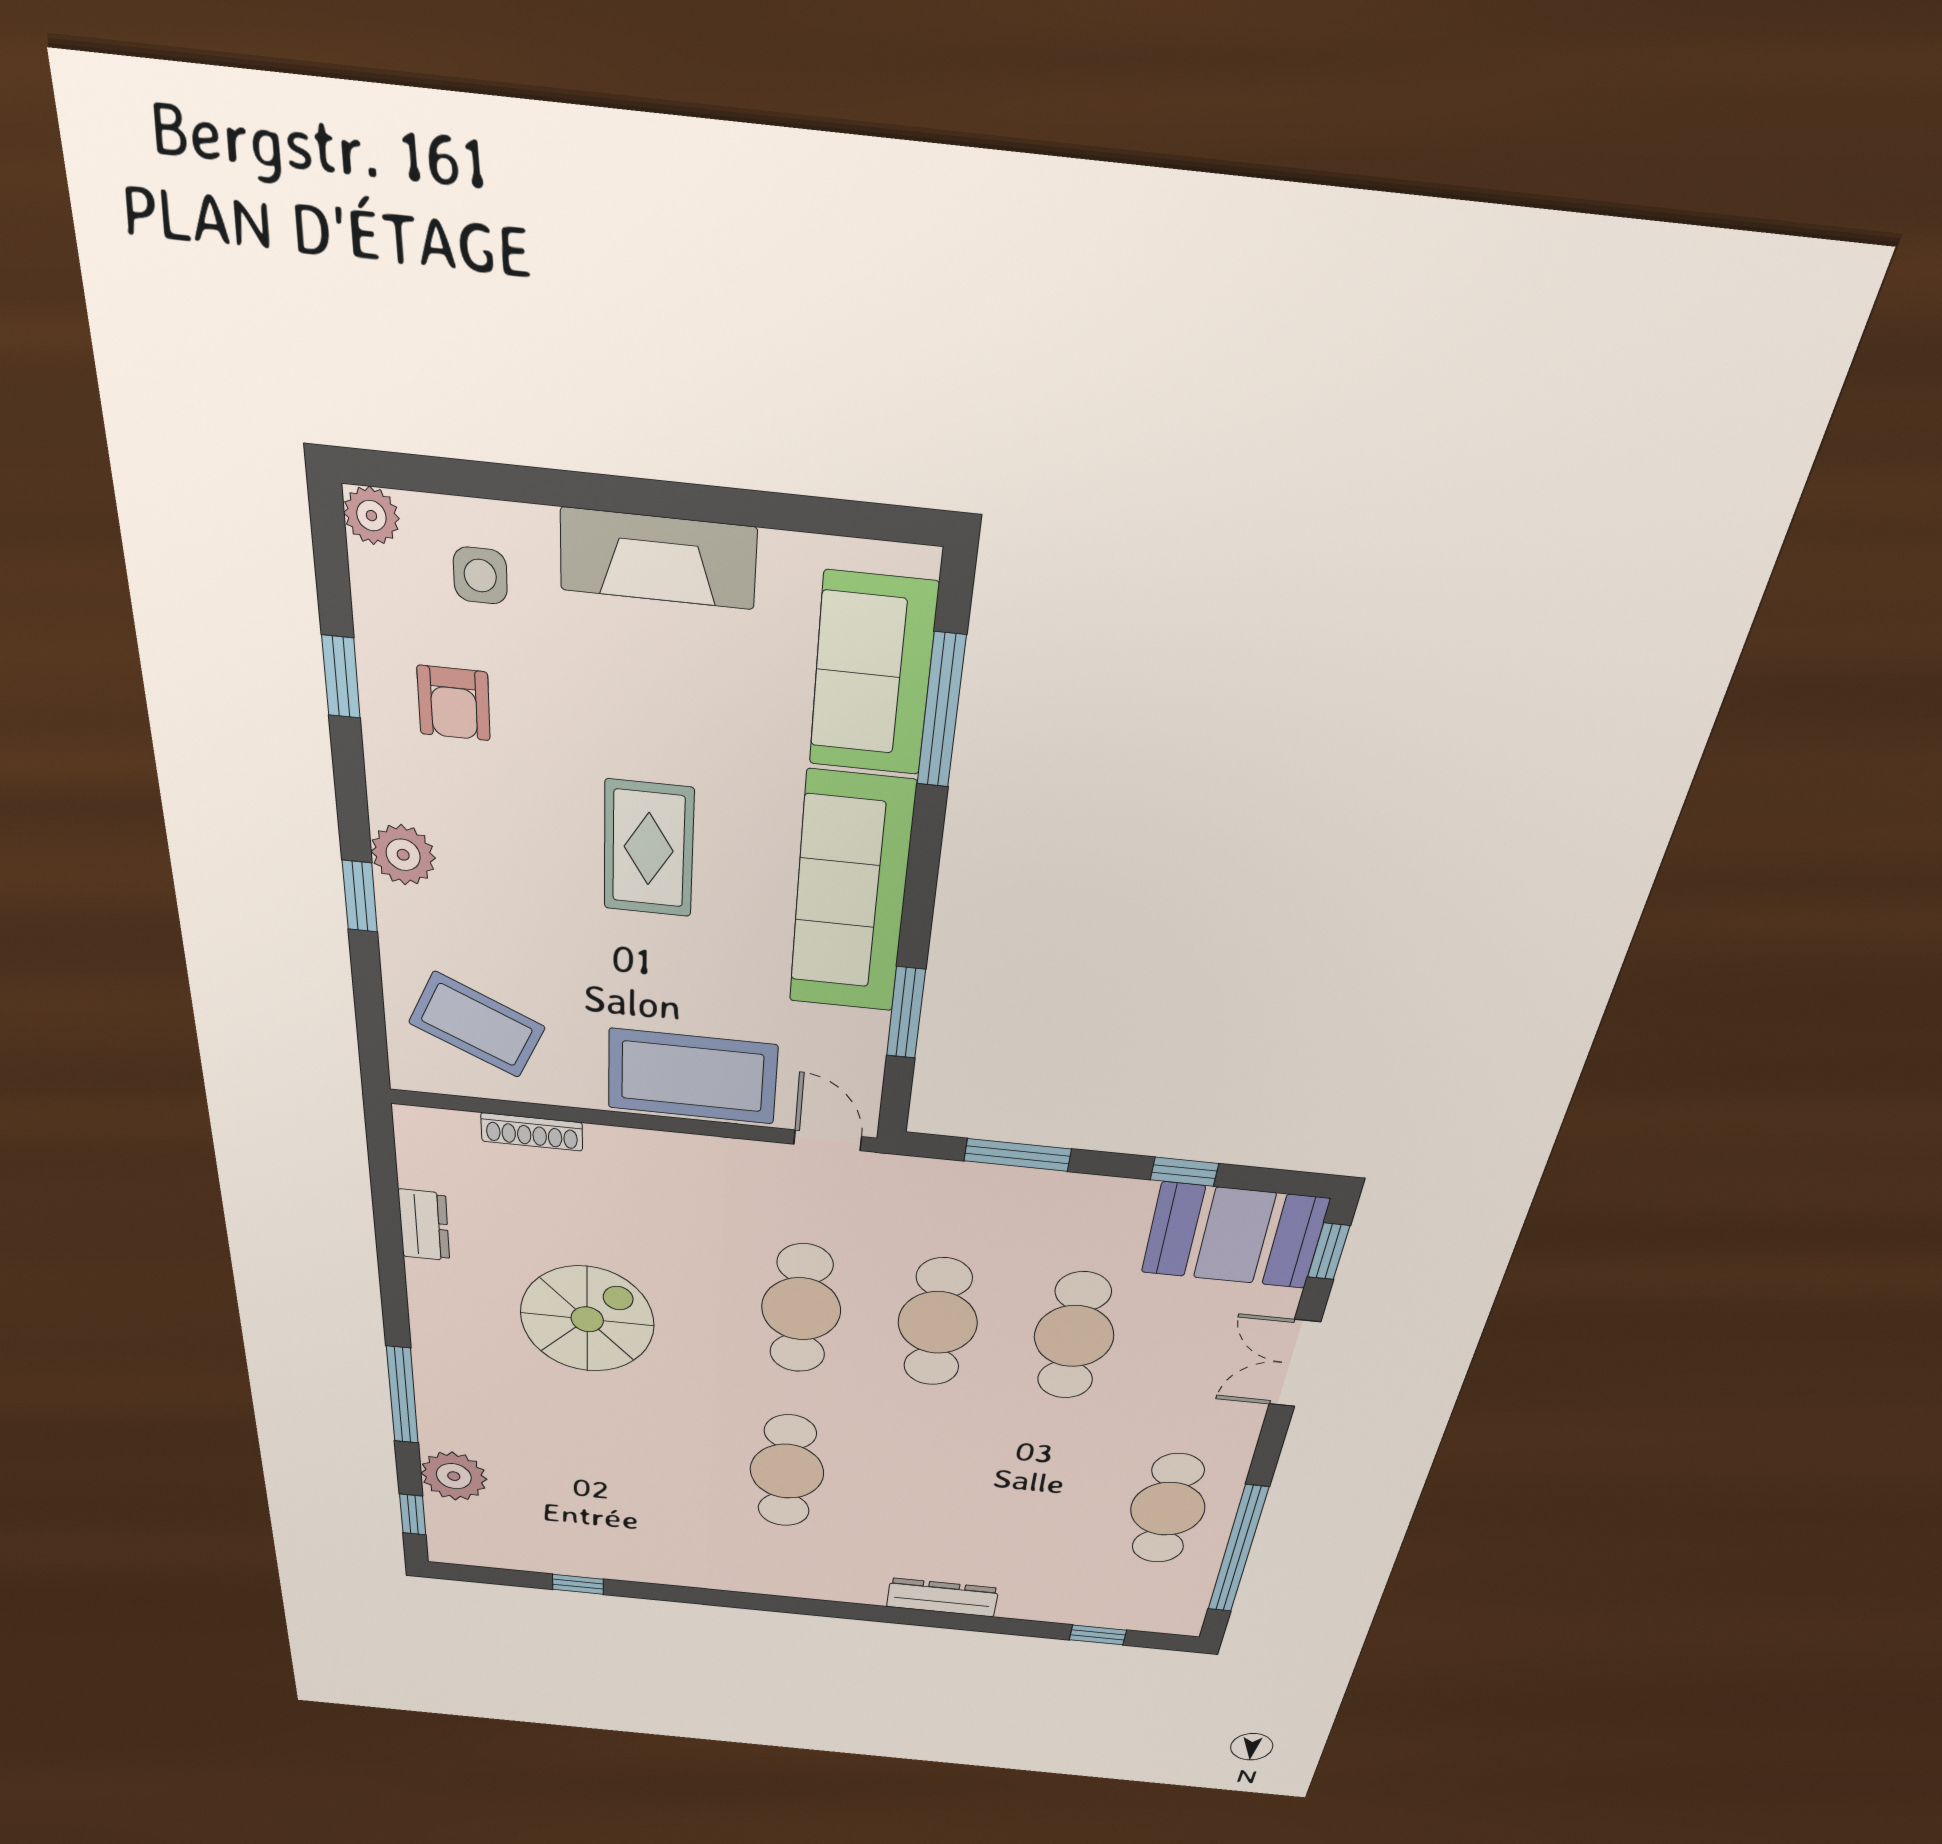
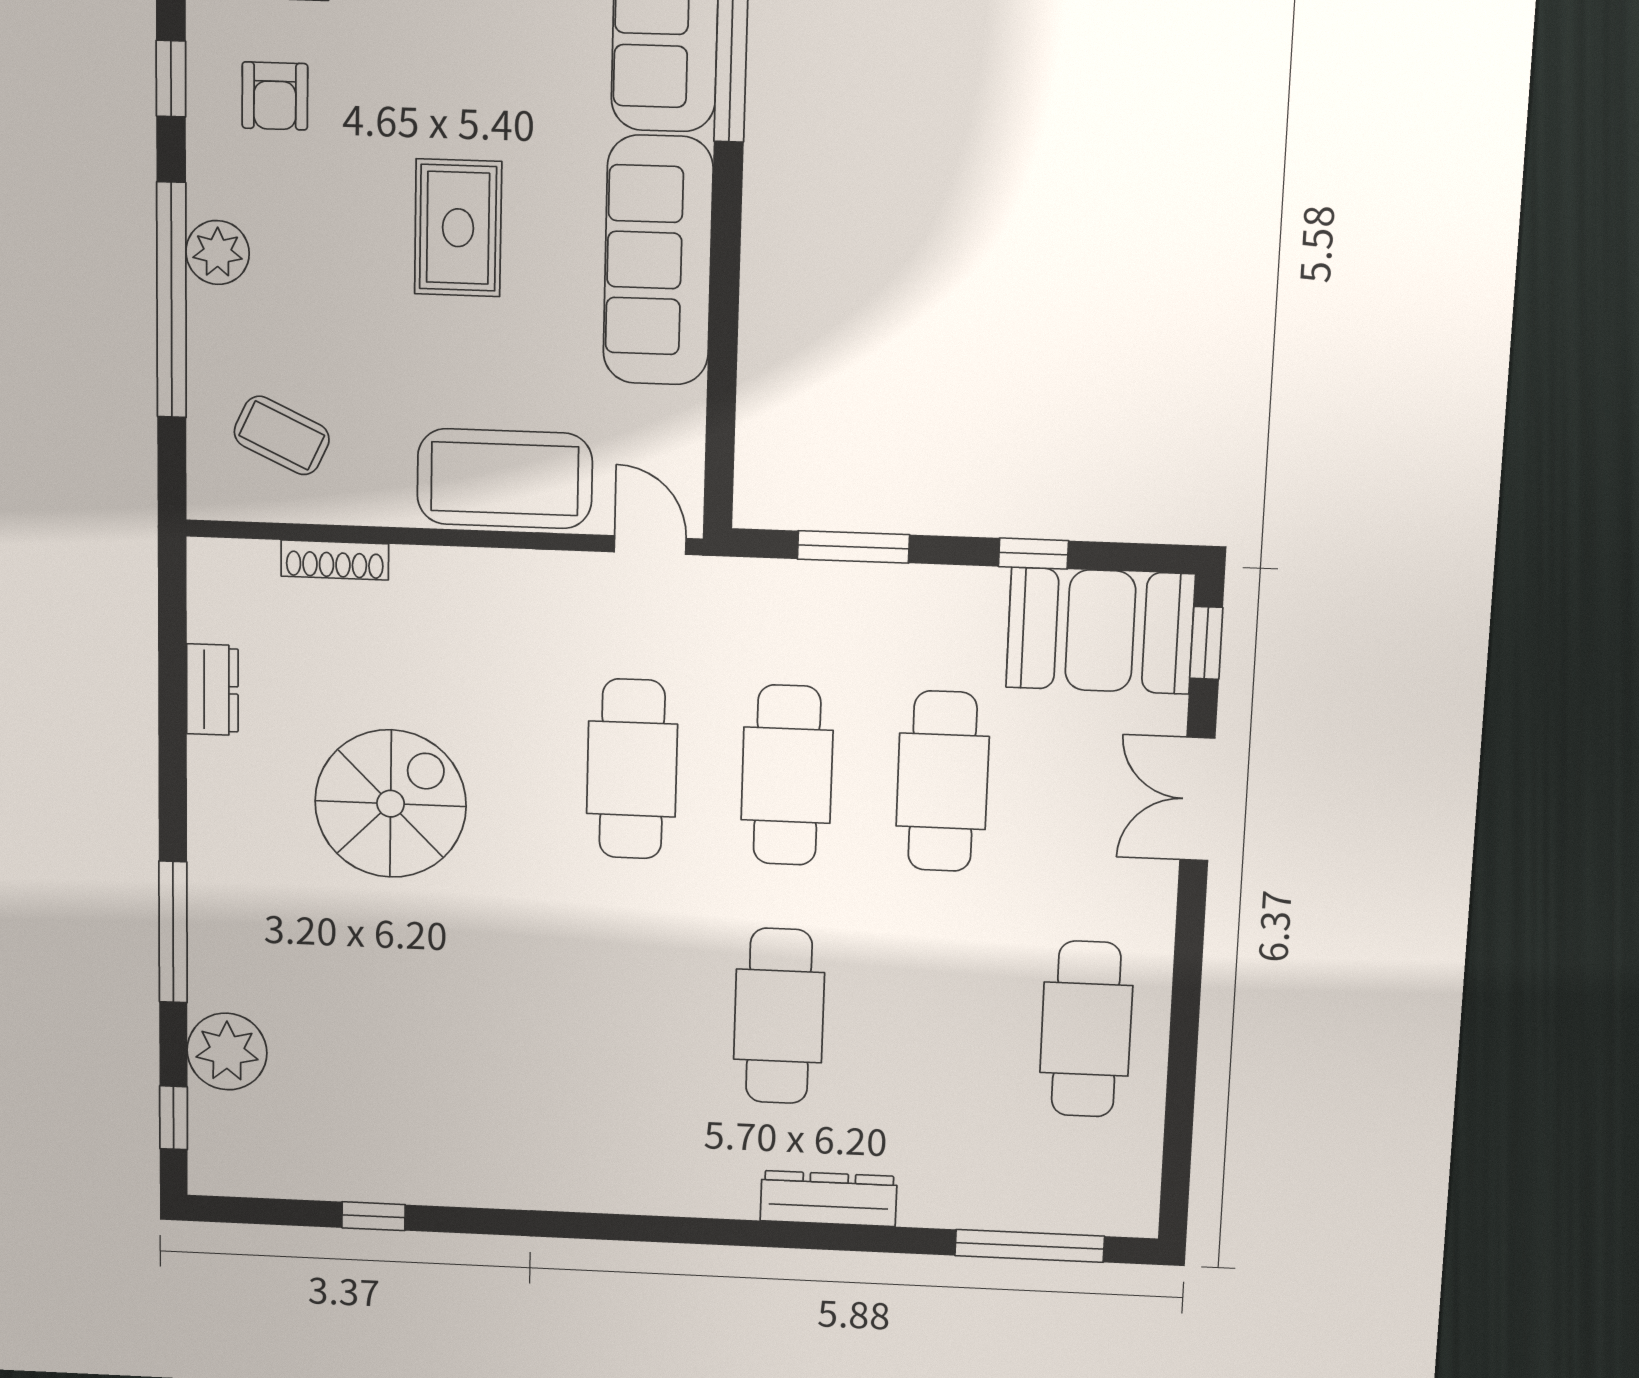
window: (360, 896) -> (172, 300), width x3.17
window: (906, 1013) -> (722, 387), removed
coffee table: (477, 1025) -> (282, 435), width x0.73, depth x0.77
cafe table: (787, 1471) -> (779, 1016), moved
window: (1238, 1549) -> (1181, 1087), removed
window: (1098, 1635) -> (1030, 1246), width x2.17

